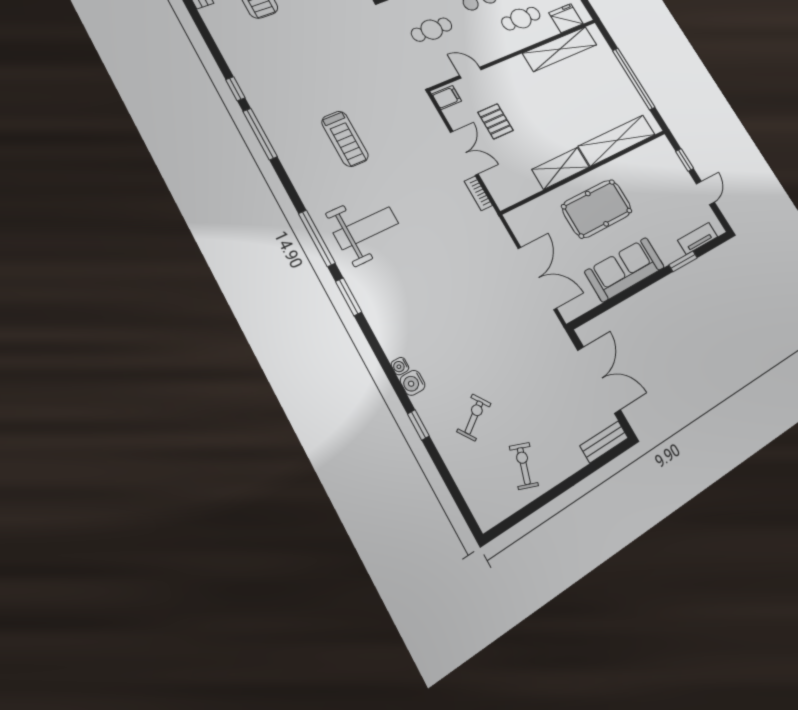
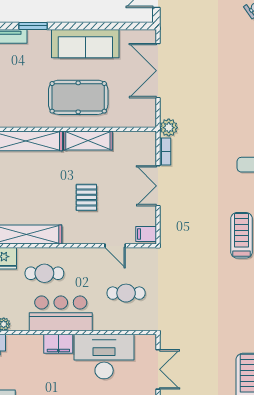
pallet: (496, 121) -> (86, 197), moved
plant: (490, 221) -> (169, 128), added

